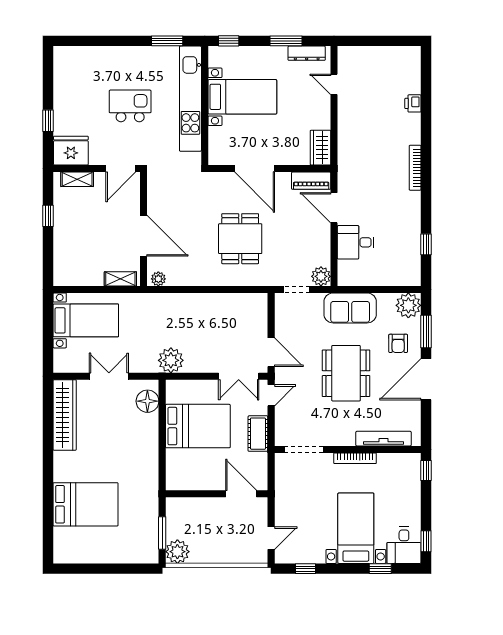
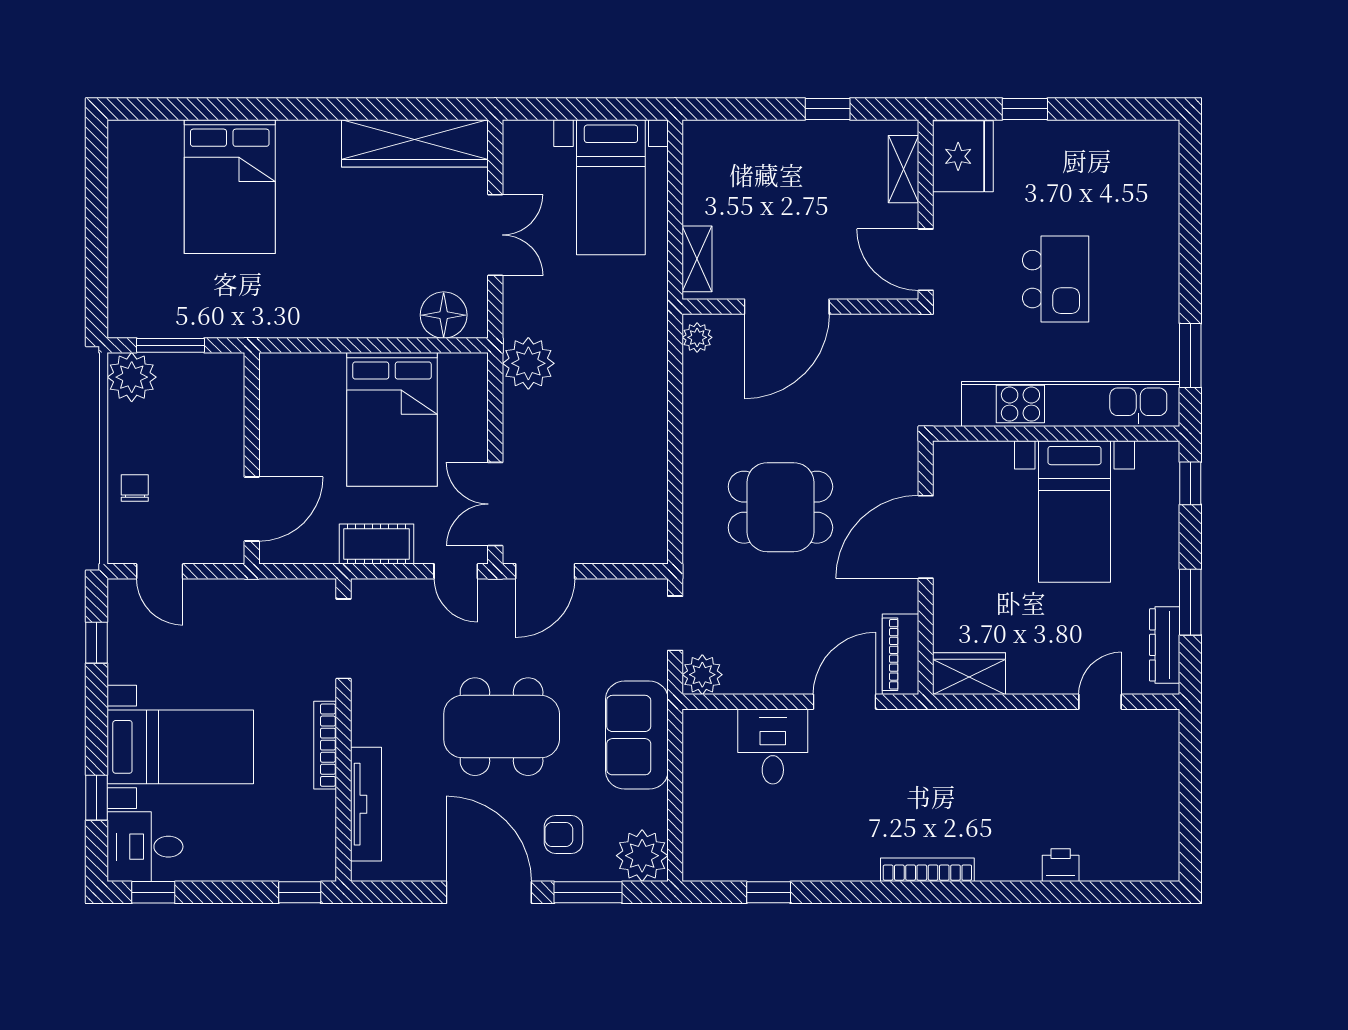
chair: (231, 550) -> (135, 488), added

